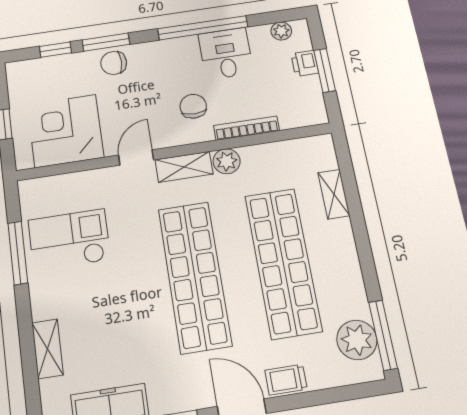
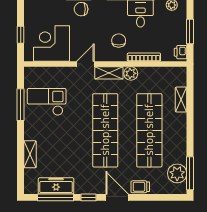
printer: (305, 63) -> (181, 52), moved

